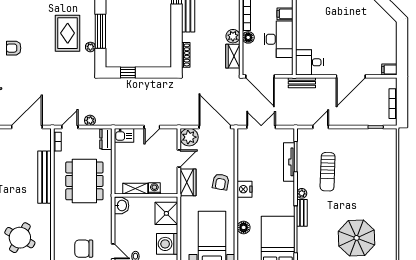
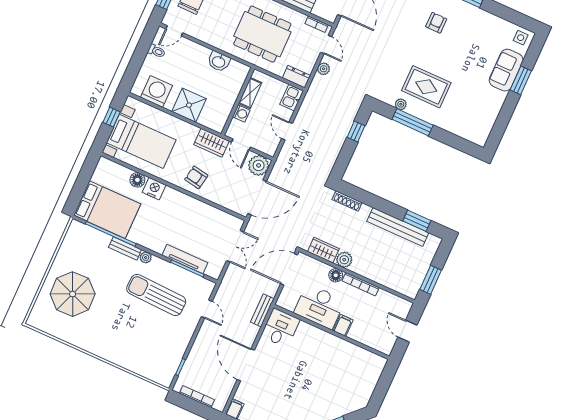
sun lounger: (328, 172) -> (156, 295), width x1.36, depth x1.34
washing machine: (154, 188) -> (241, 113), moved
shelving: (135, 189) -> (250, 93), moved
nightstand: (245, 189) -> (154, 189), moved
wall: (146, 195) -> (238, 101), moved

